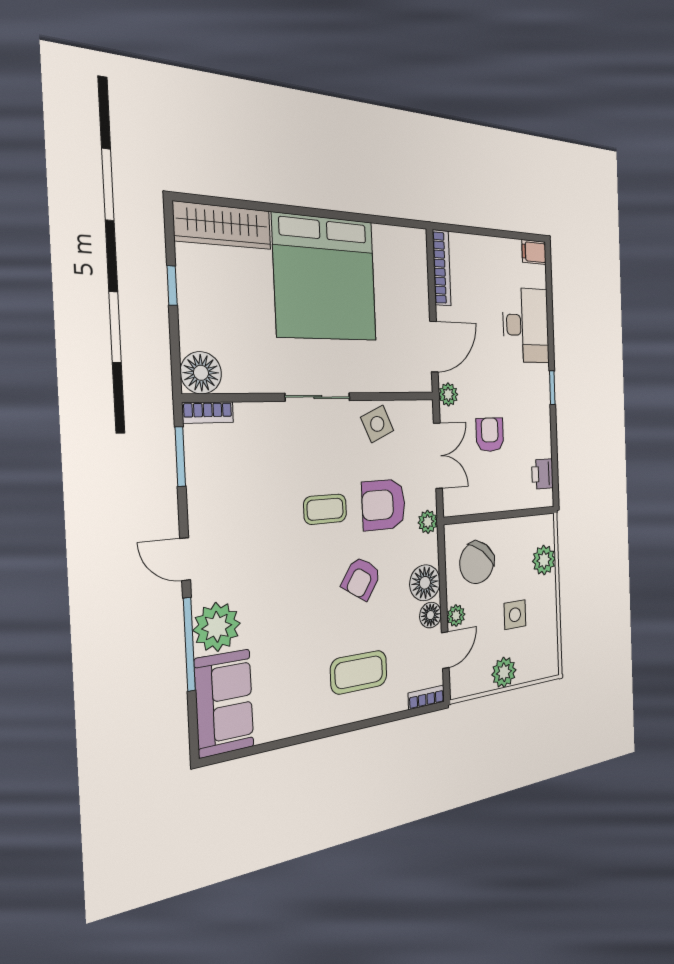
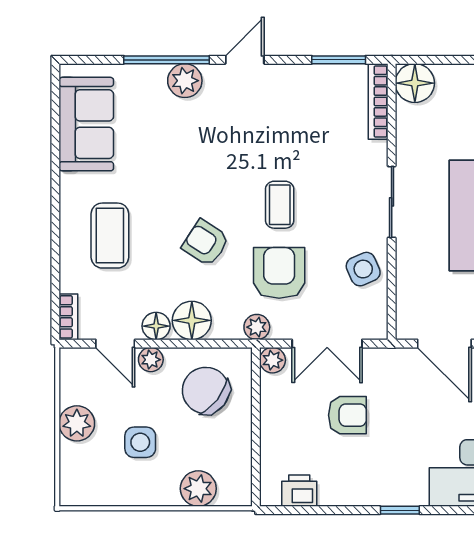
plant: (448, 394) -> (272, 360), moved
bookcase: (208, 413) -> (378, 101), width x1.56
plant: (217, 627) -> (185, 81), width x0.73, depth x0.73
sofa: (224, 703) -> (86, 124), moved, turned -90

